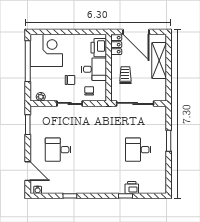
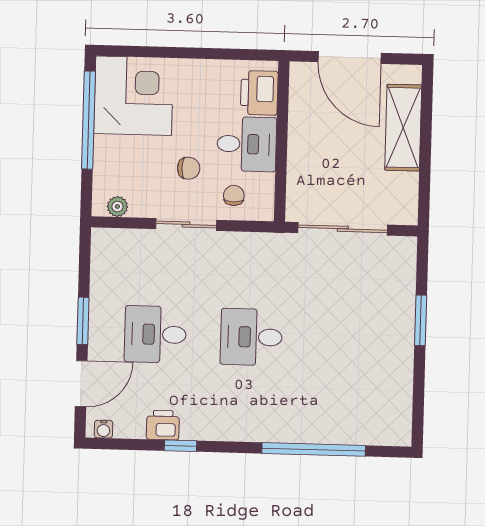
locker: (116, 45) -> (301, 87), removed
trolley: (125, 75) -> (322, 161), removed
window: (28, 125) -> (83, 321), moved
desk: (138, 150) -> (251, 337), moved
door: (28, 171) -> (81, 384), hinge flipped
printer: (132, 187) -> (163, 425), moved
window: (125, 196) -> (314, 449), width x3.17

